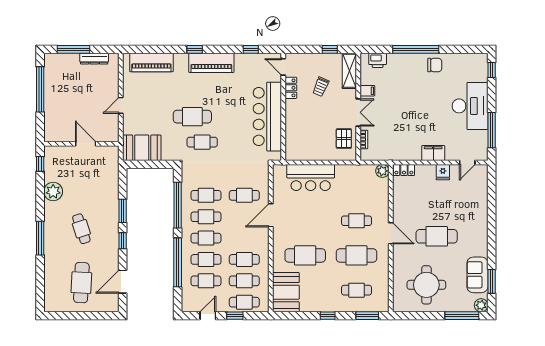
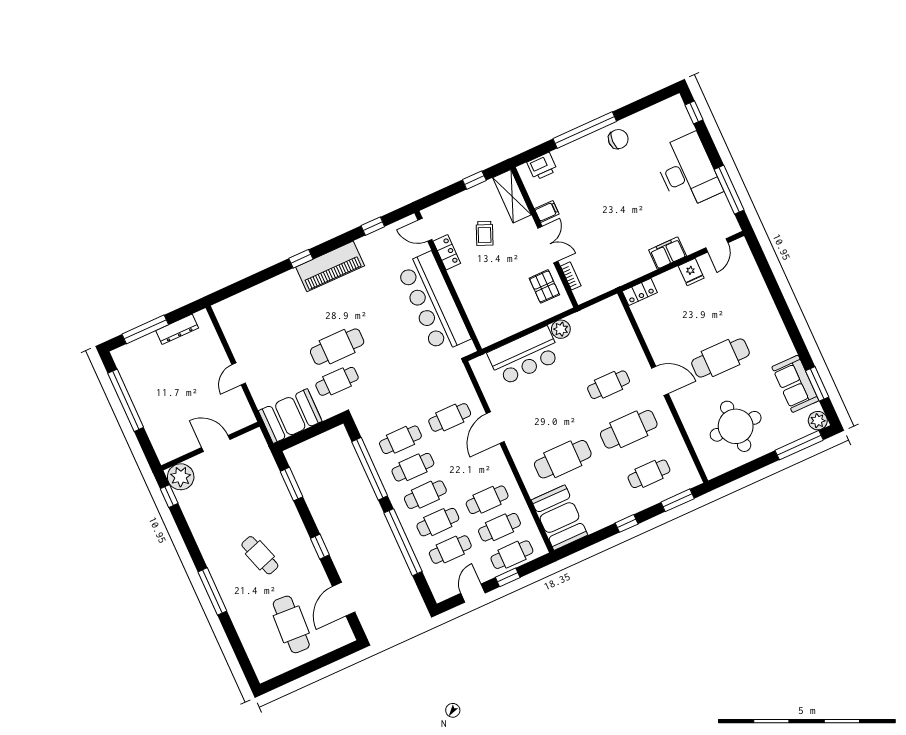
piano: (151, 62) -> (253, 301), removed
cafe table: (202, 142) -> (337, 381), moved
plant: (382, 171) -> (561, 329), moved
plant: (53, 191) -> (181, 477), moved
window: (123, 211) -> (291, 484), moved

